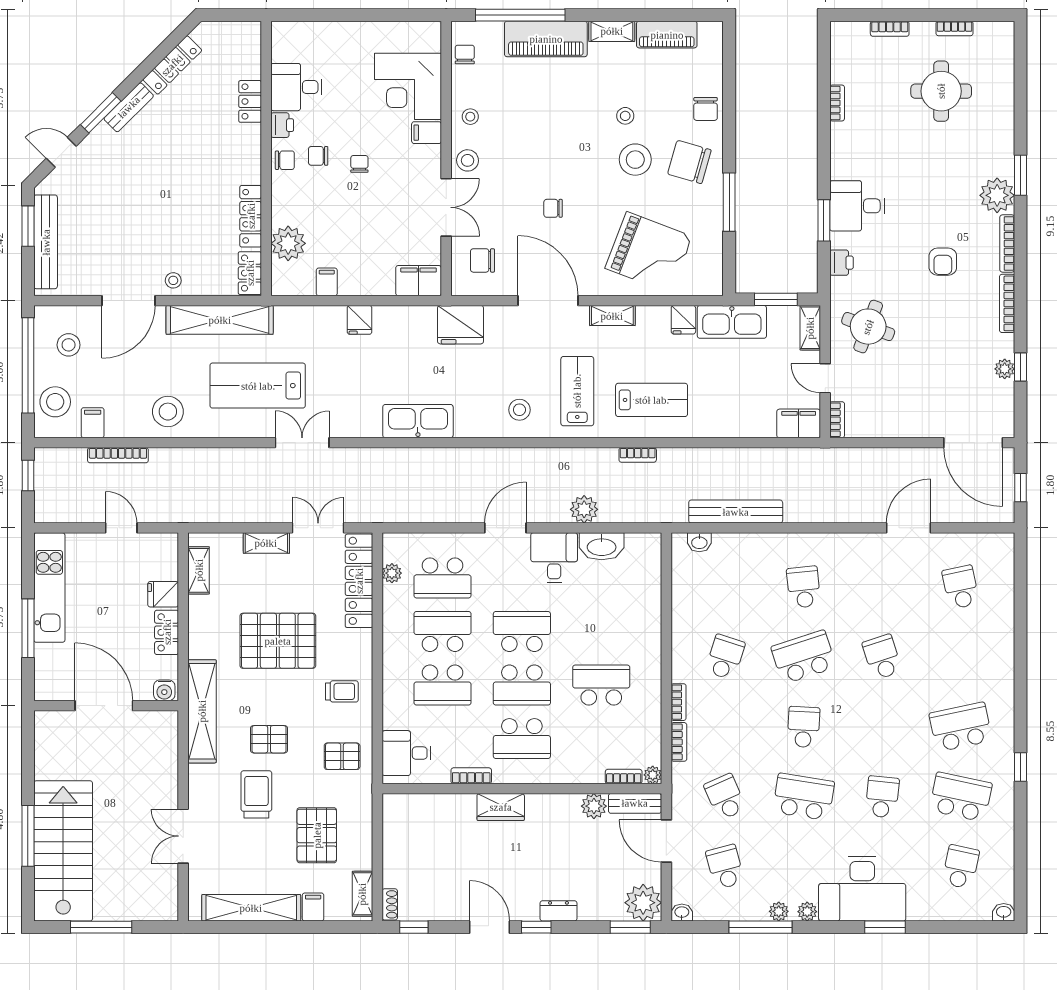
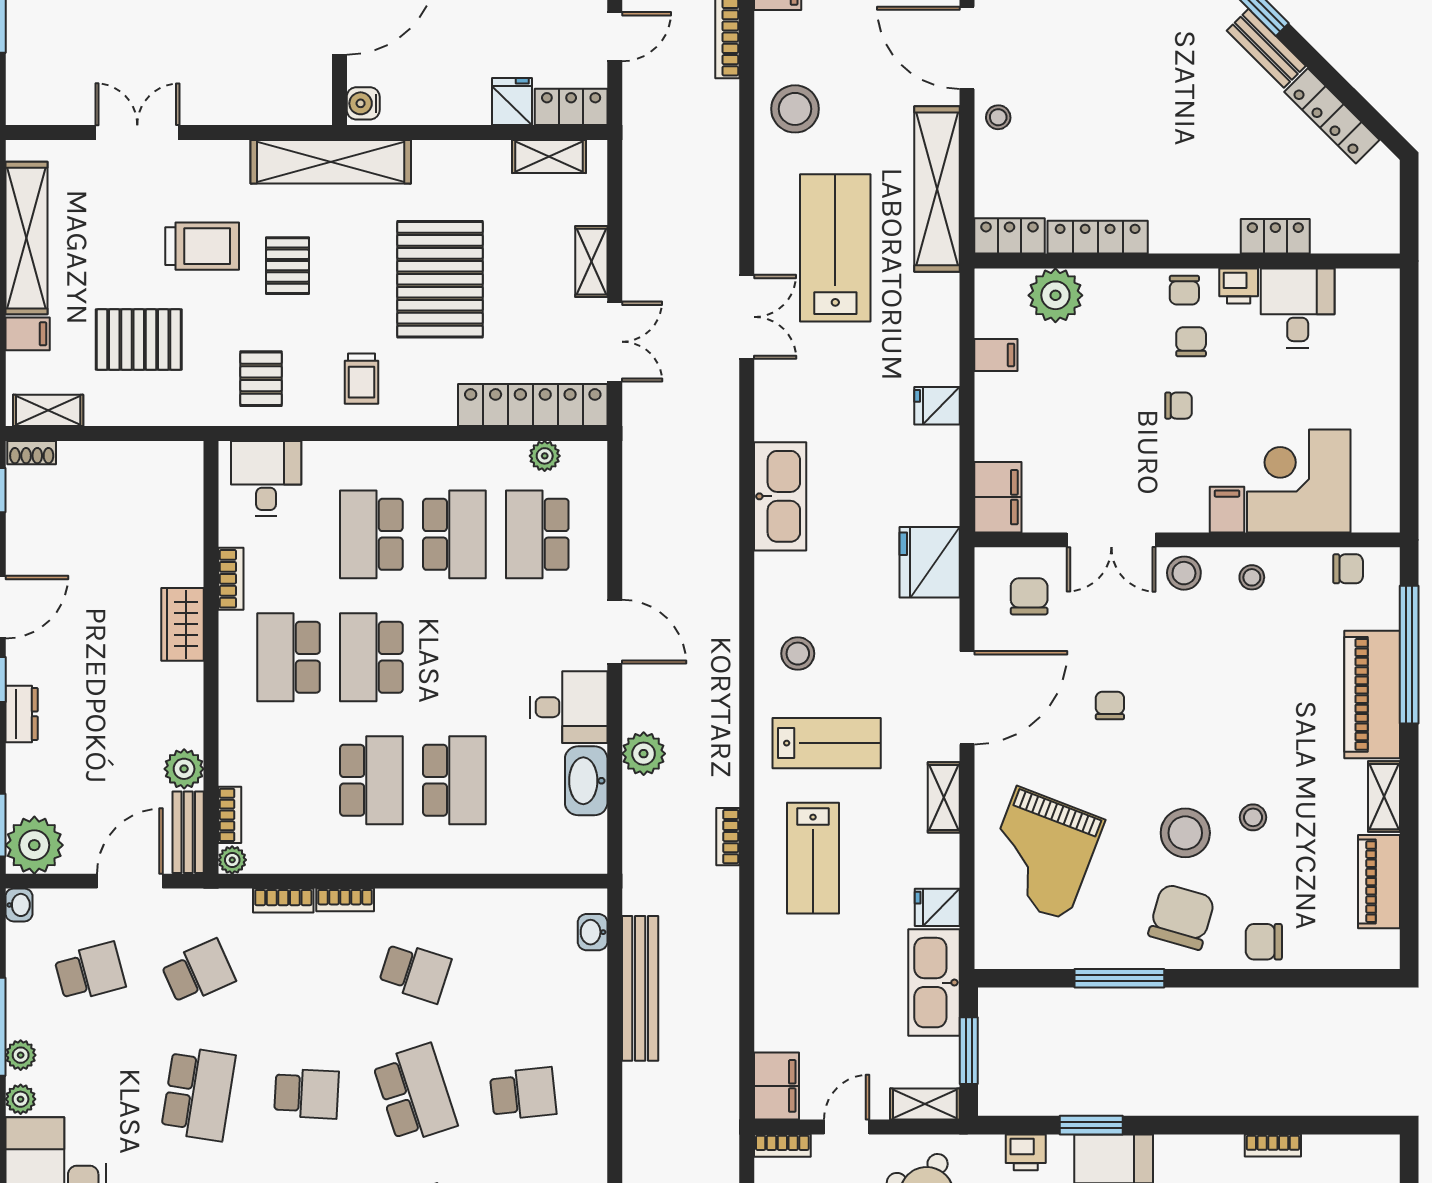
school desk: (522, 631) -> (454, 780), moved
locker: (167, 632) -> (571, 107), moved

